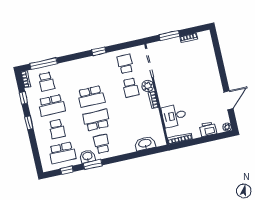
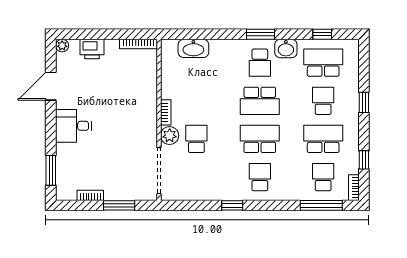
window: (217, 48) -> (51, 170), added
school desk: (125, 64) -> (260, 177), moved, turned 180
desk: (174, 116) -> (73, 126), moved, turned 180
window: (29, 123) -> (364, 102), moved
window: (93, 164) -> (260, 34), moved

